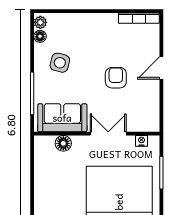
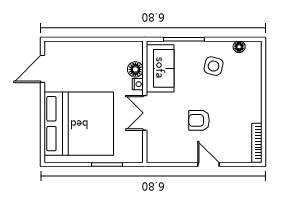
plant: (40, 22) -> (253, 47), removed
armchair: (116, 78) -> (199, 120), turned 180
double door: (108, 134) -> (145, 113), swing flipped
nightstand: (142, 141) -> (138, 84), moved

